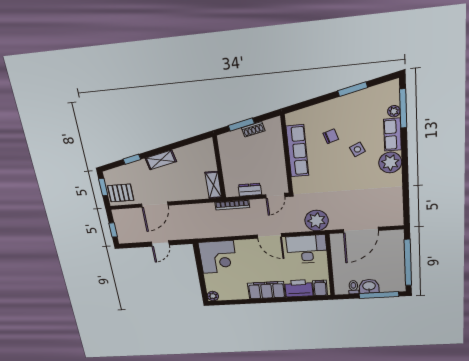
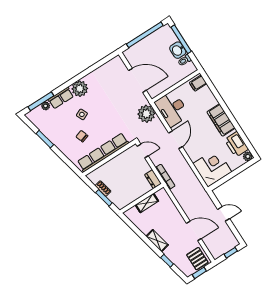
row of seats: (297, 151) -> (103, 152), width x1.36
shelving: (213, 185) -> (147, 203), moved
dresser: (250, 190) -> (153, 179), moved
printer: (299, 288) -> (236, 144), moved

